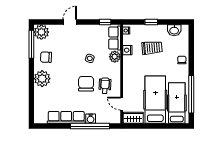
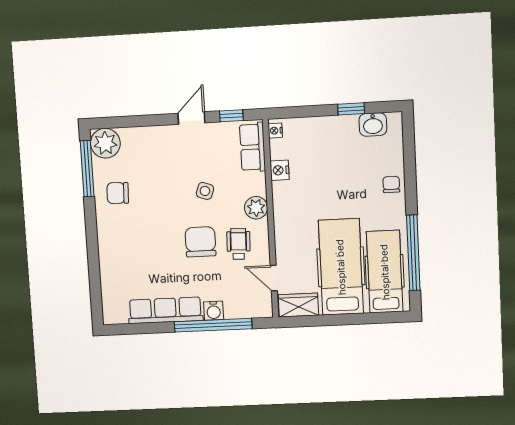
door: (70, 22) -> (191, 118), moved
window: (151, 22) -> (351, 109), moved
trolley: (152, 48) -> (329, 163), removed
plant: (115, 57) -> (256, 208), moved
plant: (42, 79) -> (113, 236), removed

